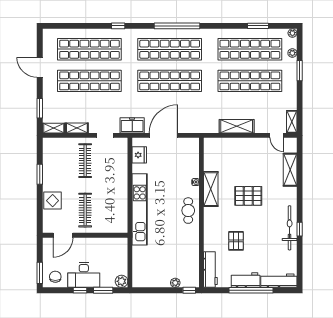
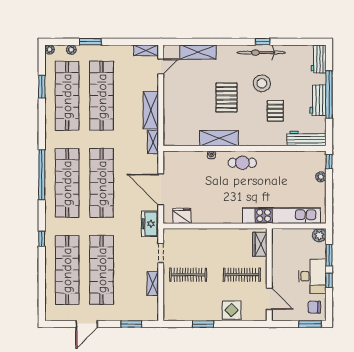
shelving: (54, 128) -> (153, 142), moved
kitchen unit: (140, 209) -> (282, 216), moved
wardrobe: (113, 227) -> (260, 244), added
stool: (261, 228) -> (262, 83), added
pallet: (236, 241) -> (275, 111), turned 90
workbench: (279, 281) -> (319, 59), width x0.73

